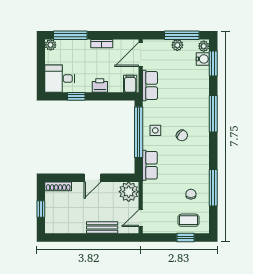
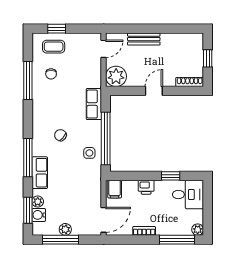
plant: (204, 46) -> (38, 202), moved
row of seats: (150, 86) -> (40, 173), moved, turned 180
side table: (155, 130) -> (89, 153), moved

